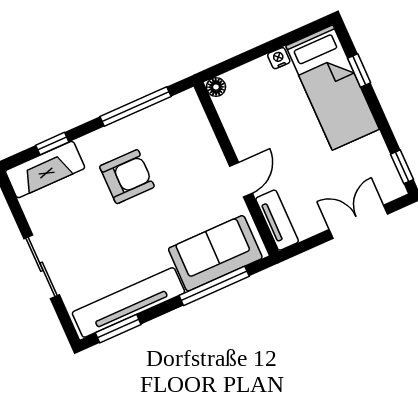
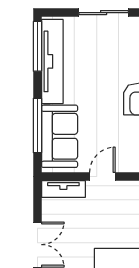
door: (241, 180) -> (102, 177), swing flipped
window: (118, 329) -> (37, 46), width x1.44

